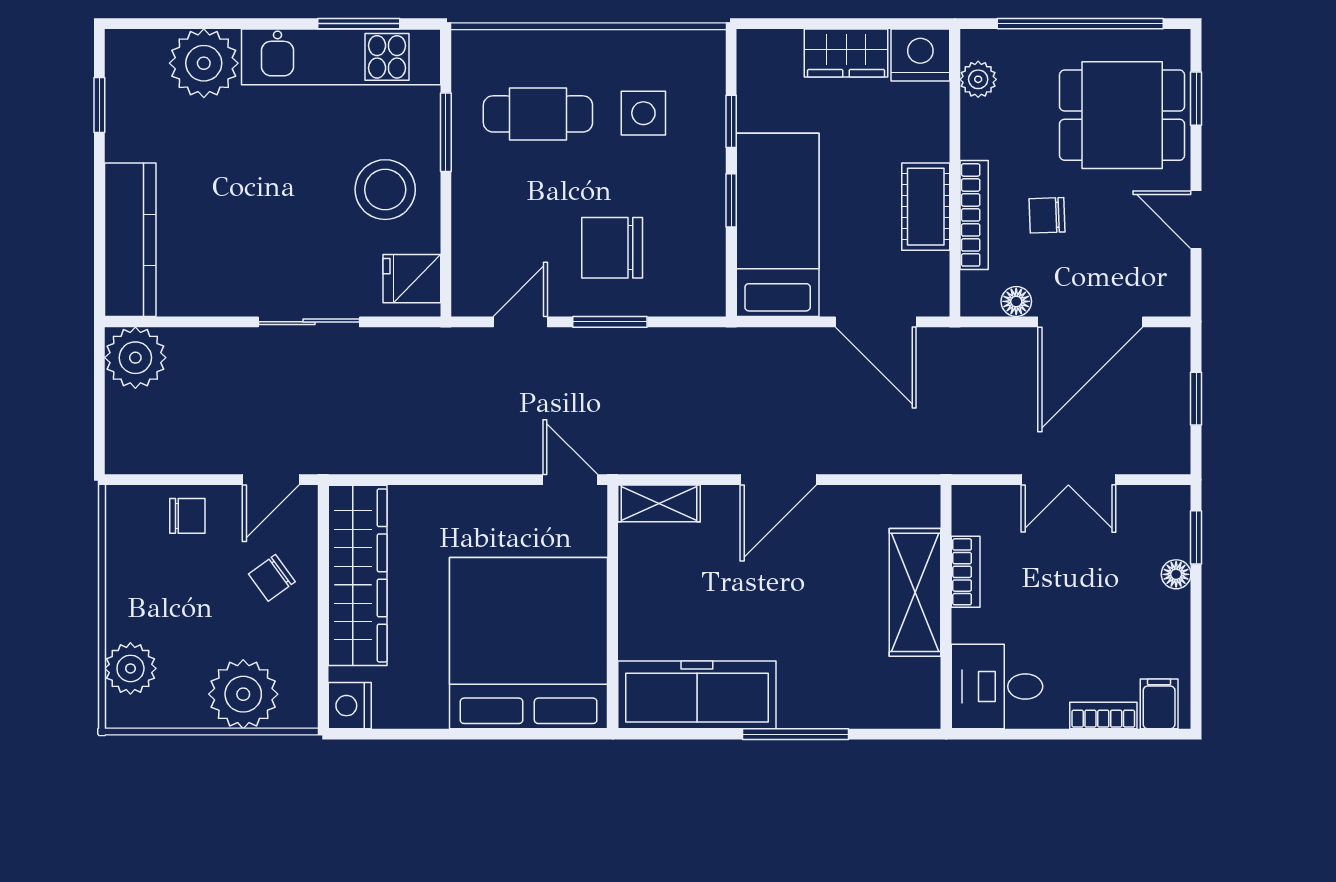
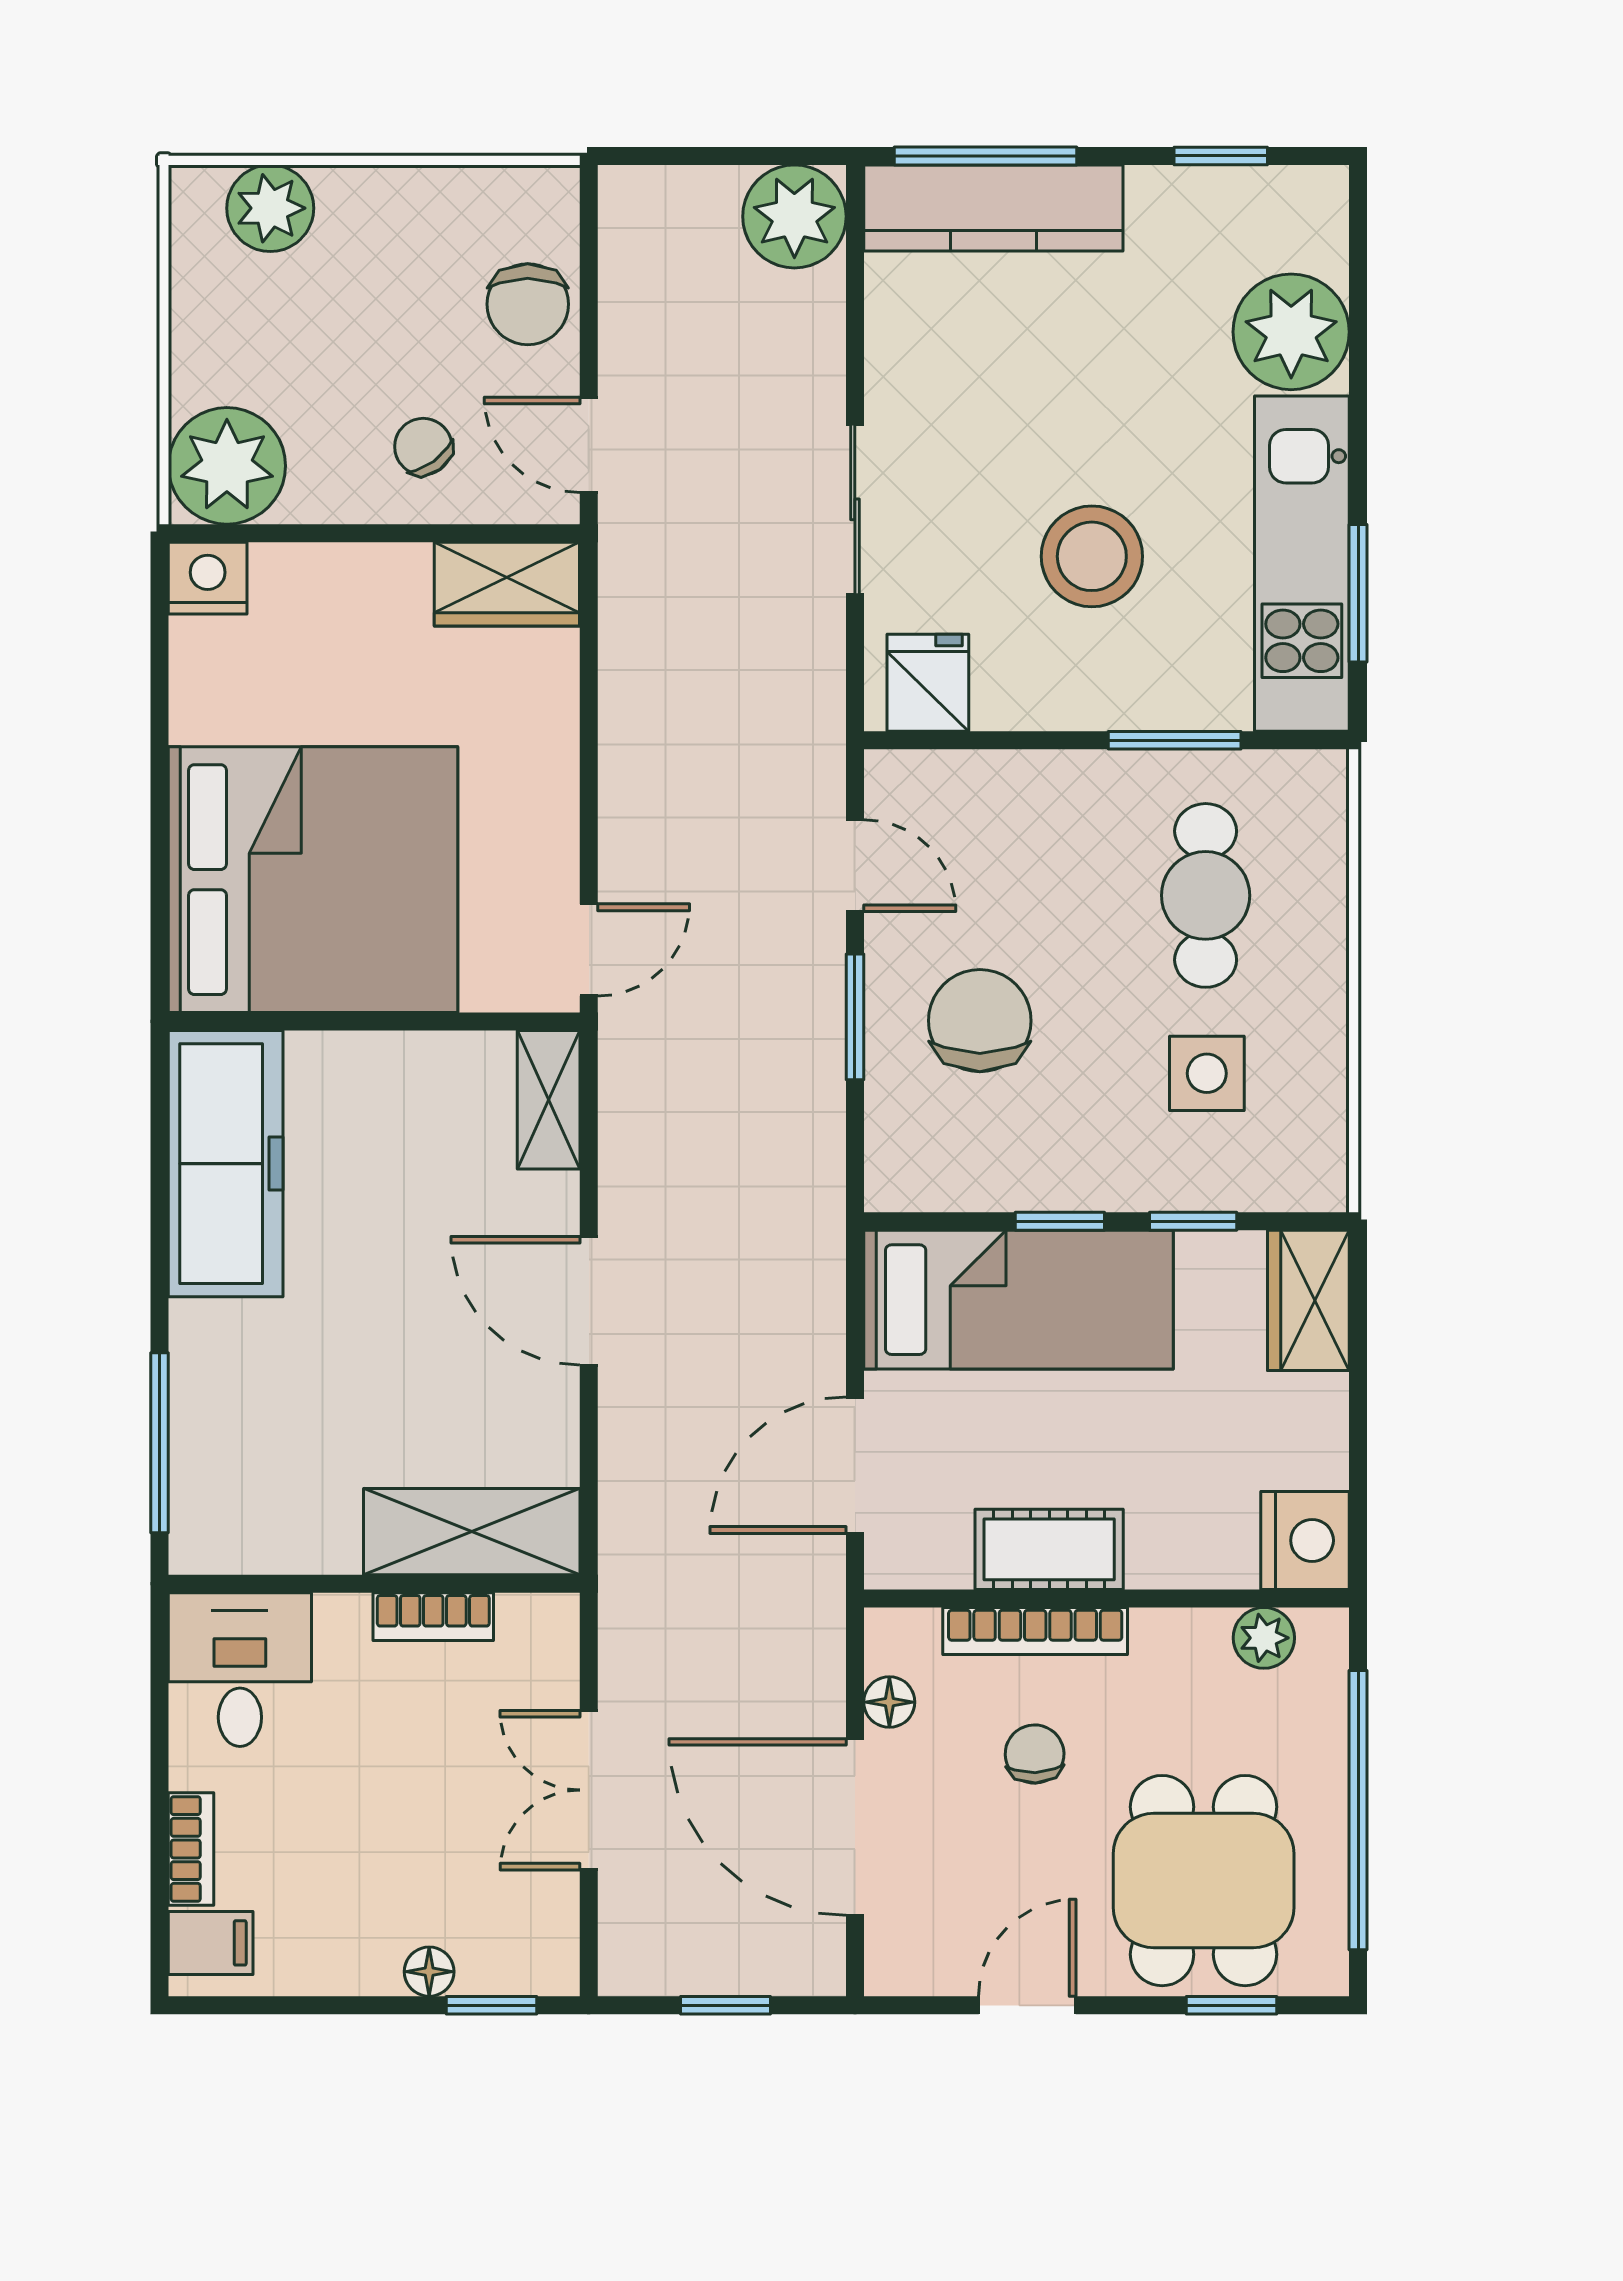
wardrobe: (846, 53) -> (1308, 1300), moved
stool: (385, 190) -> (1092, 556), moved
window: (99, 244) -> (985, 156), added
chair: (187, 516) -> (528, 304), width x1.37, depth x1.37
wardrobe: (358, 575) -> (507, 584), width x0.48, depth x0.85
shelving: (915, 592) -> (472, 1532), moved
plant: (243, 694) -> (227, 466), moved
window: (795, 734) -> (160, 1443), moved

